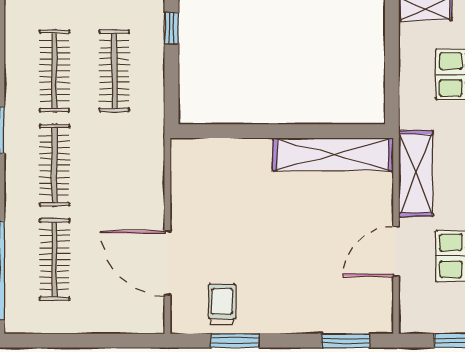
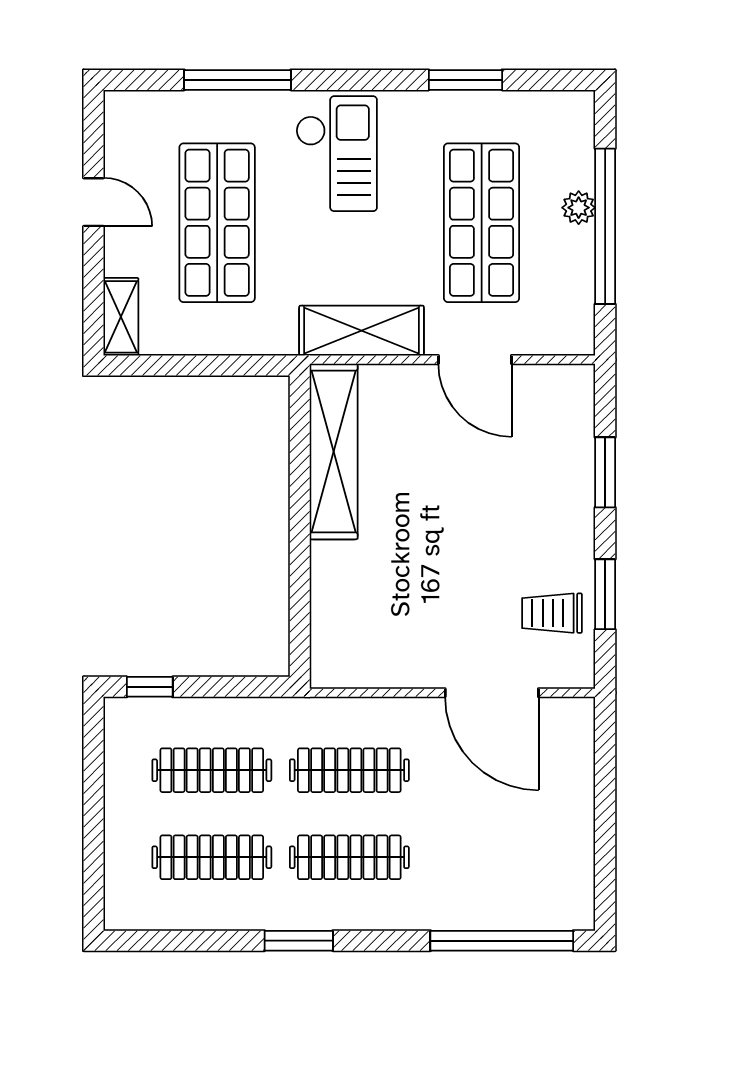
clothes rail: (55, 260) -> (349, 770), moved
door: (167, 263) -> (492, 693), hinge flipped
window: (346, 341) -> (605, 472), moved

